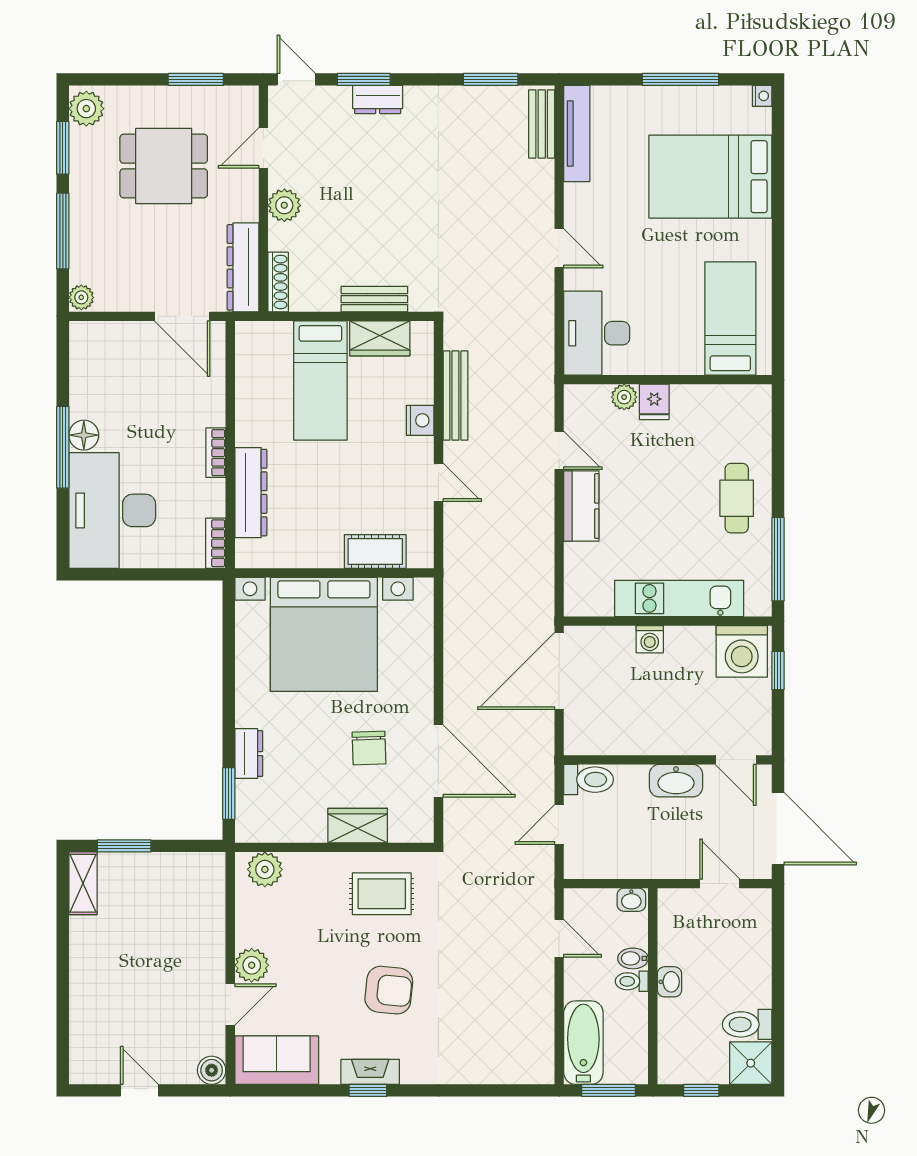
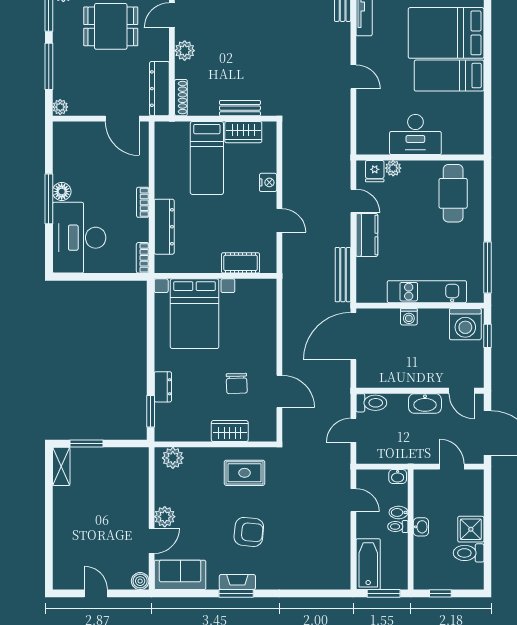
bed: (730, 319) -> (449, 76), moved, turned -90
desk: (597, 333) -> (415, 134), moved, turned -90
bench: (455, 395) -> (343, 275), moved
fridge: (654, 402) -> (375, 171), moved
cafe table: (737, 498) -> (453, 193), moved, width x1.37, depth x1.35
bed with nightstands: (324, 634) -> (195, 314), width x0.73
door: (438, 761) -> (279, 391), width x0.73
shower: (751, 1063) -> (471, 529), moved
window: (368, 1090) -> (236, 593), width x1.50

